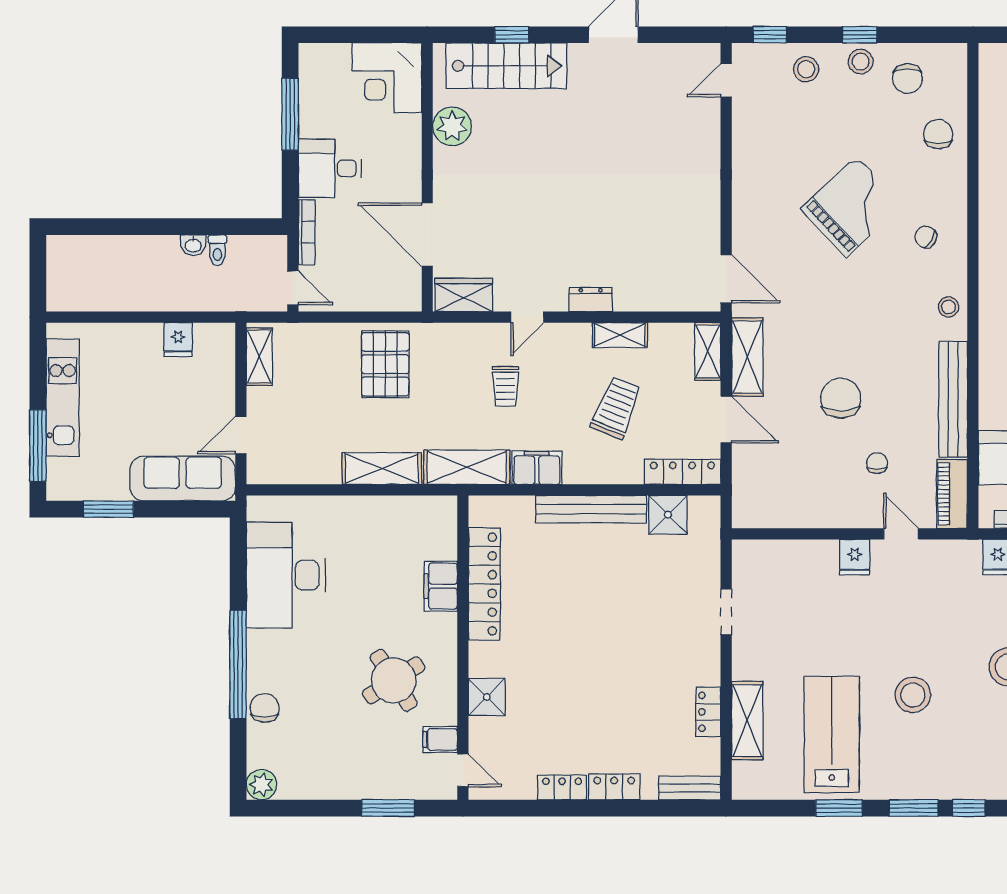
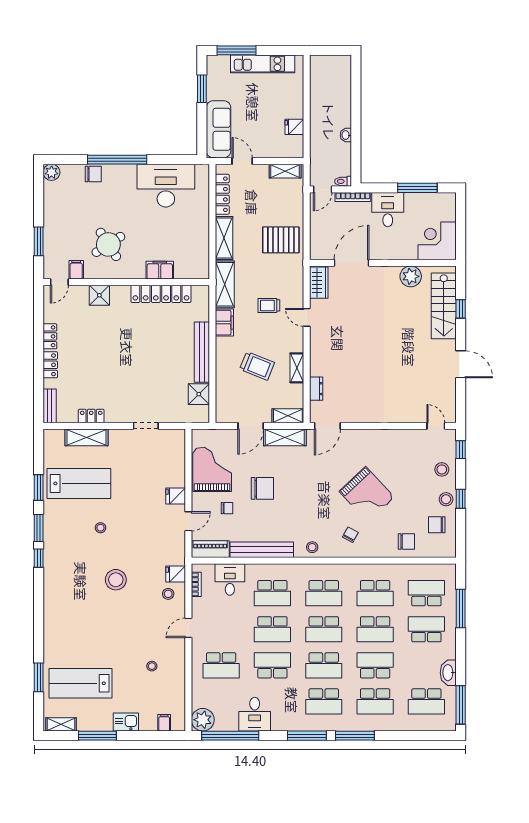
toilet: (217, 250) -> (343, 181), moved
dresser: (591, 300) -> (316, 389), moved
locker: (682, 472) -> (222, 194), moved
grand piano: (806, 490) -> (212, 469), added
stool: (913, 695) -> (100, 528), width x0.53, depth x0.53

